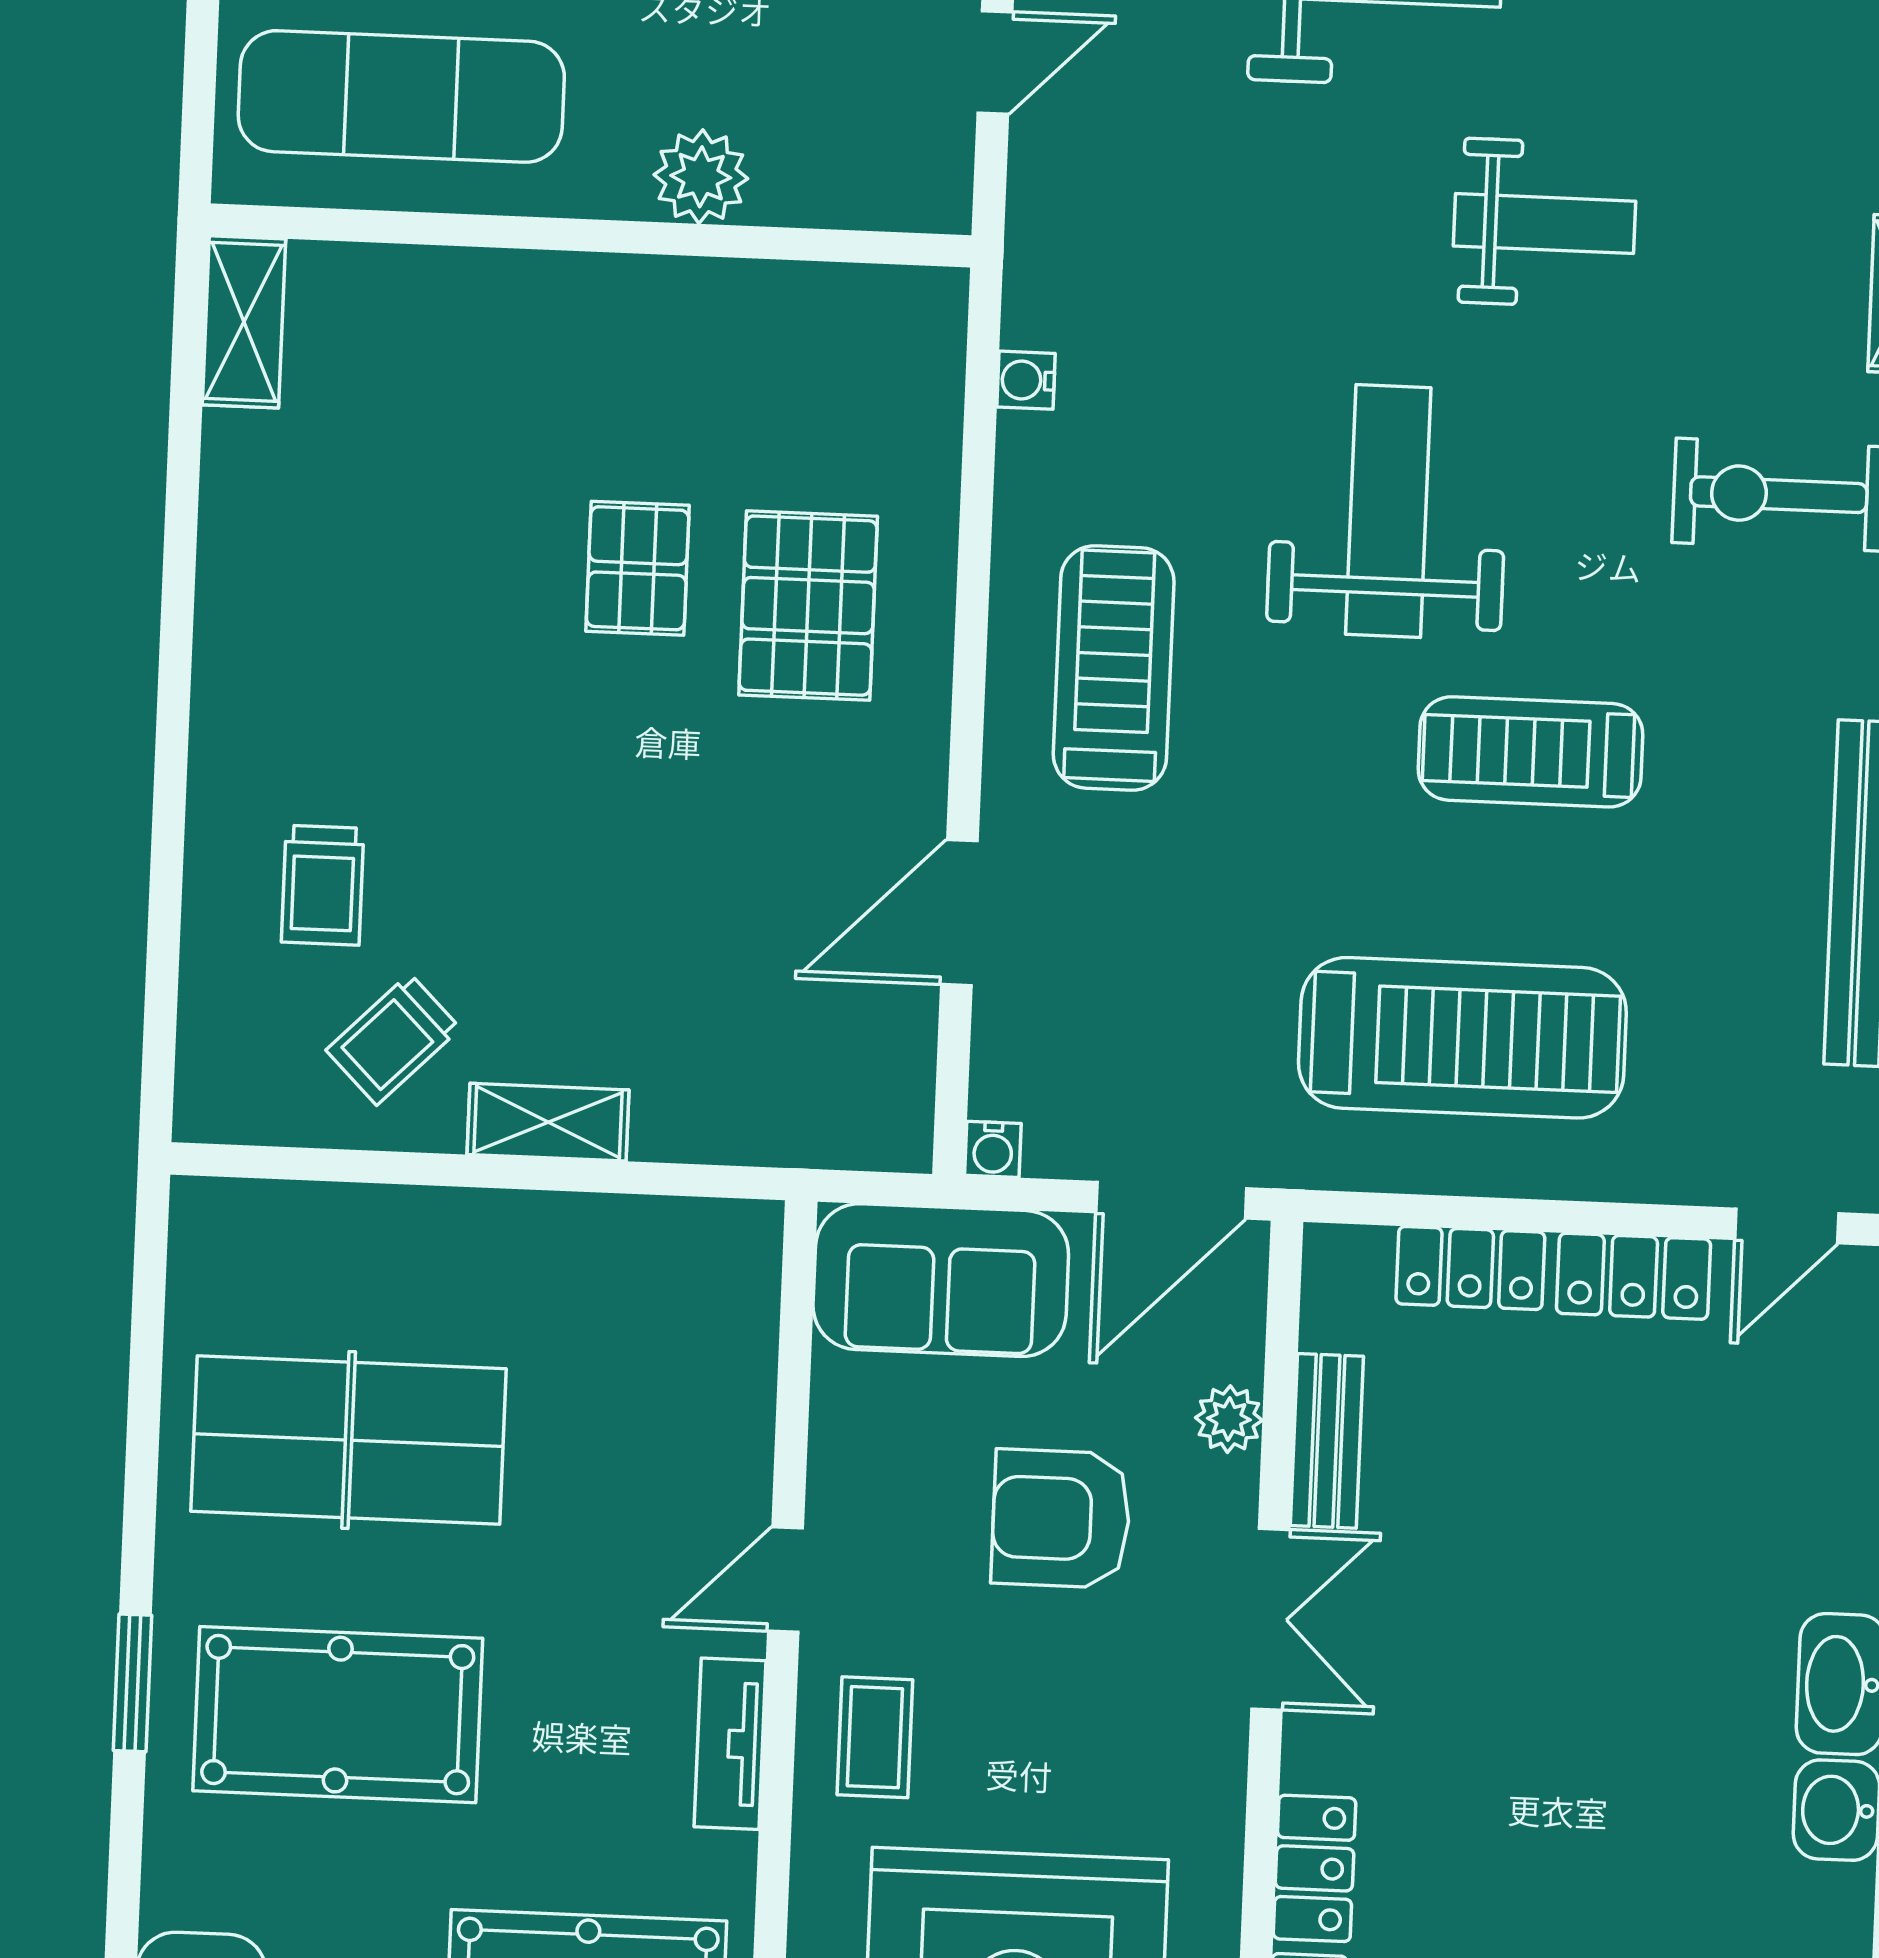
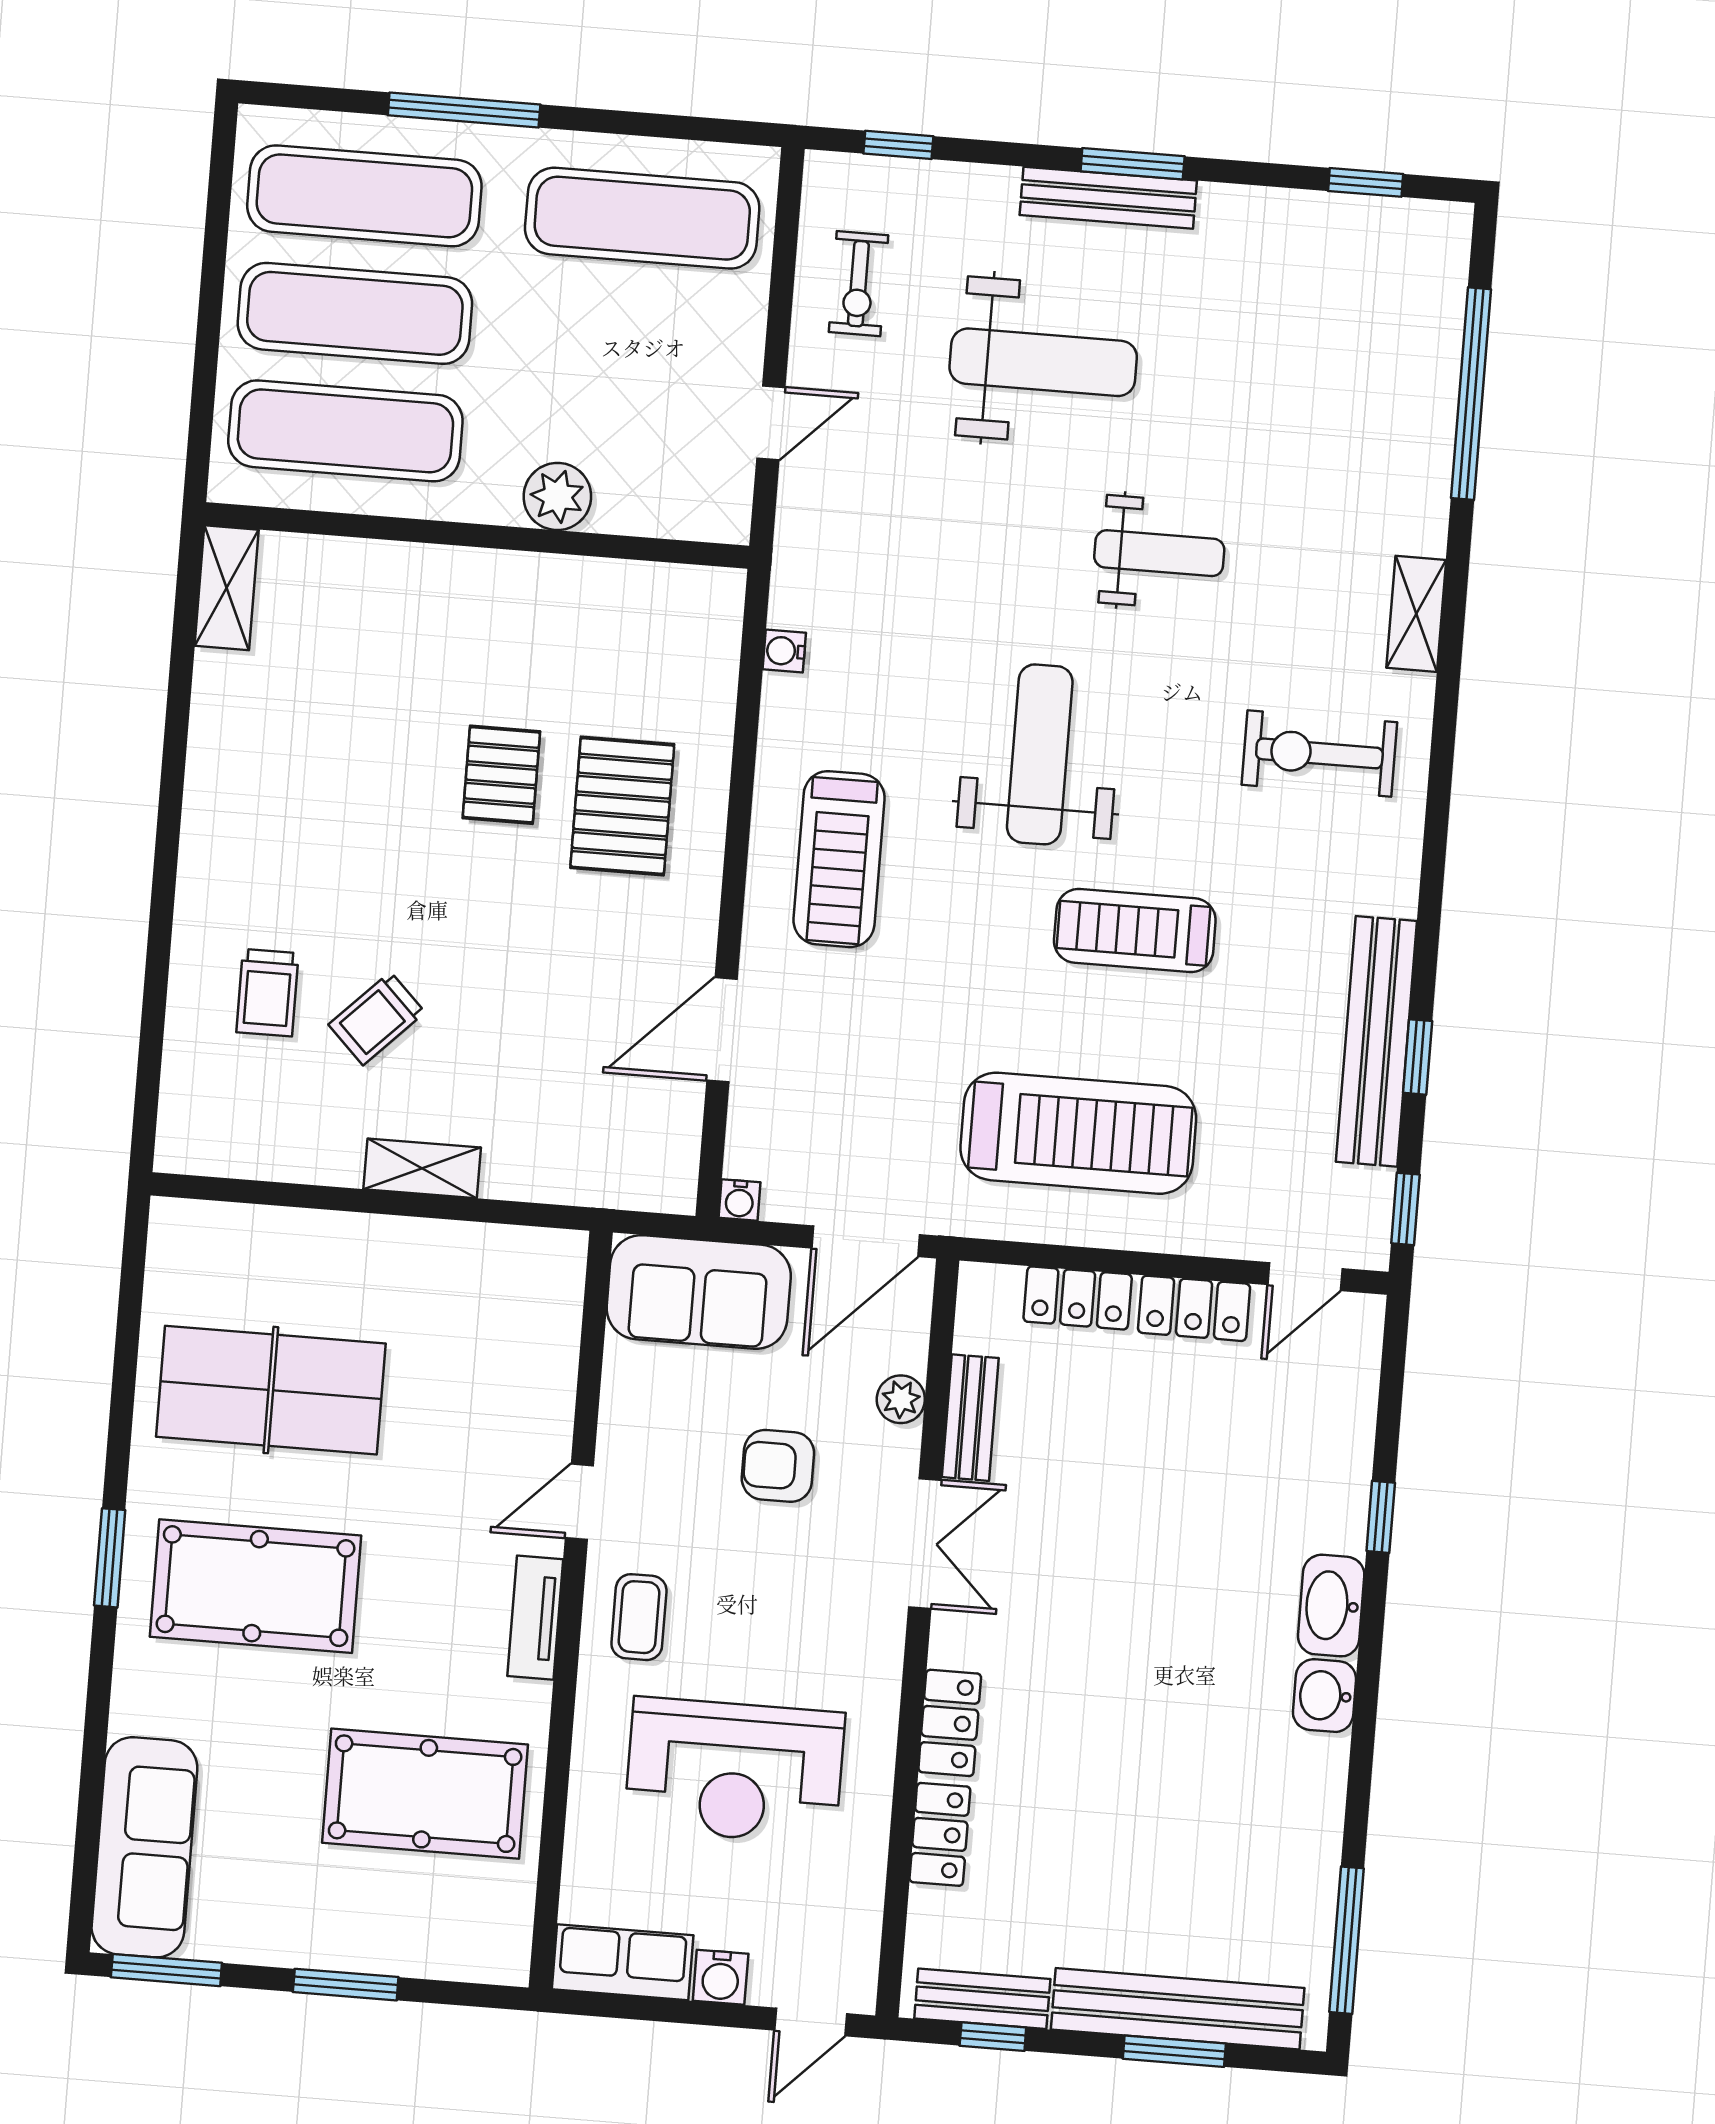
treadmill: (1114, 668) -> (839, 859), turned 180
trolley: (393, 1039) -> (377, 1018), moved
armchair: (1061, 1519) -> (778, 1466), width x0.72, depth x0.72

